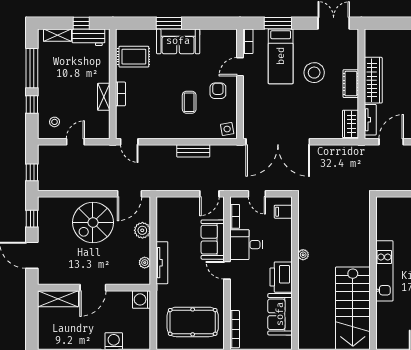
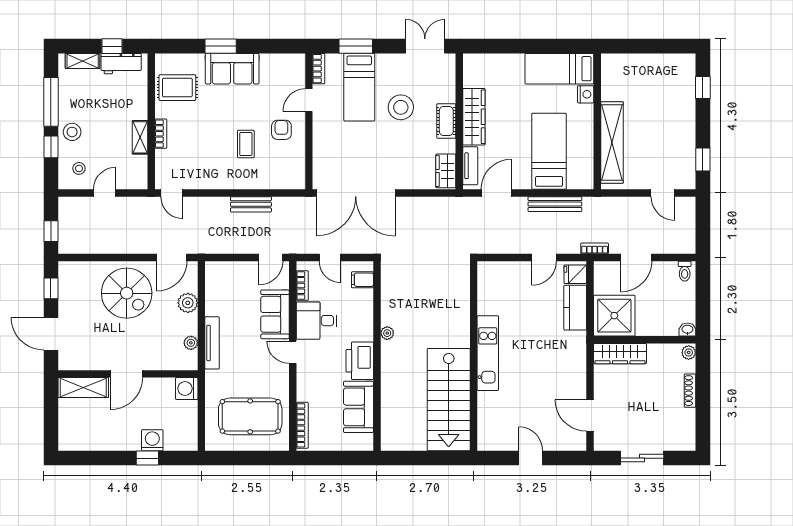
stool: (49, 92) -> (72, 132), added
side table: (227, 129) -> (293, 177), removed
spiral stairs: (93, 222) -> (127, 293), turned -90

